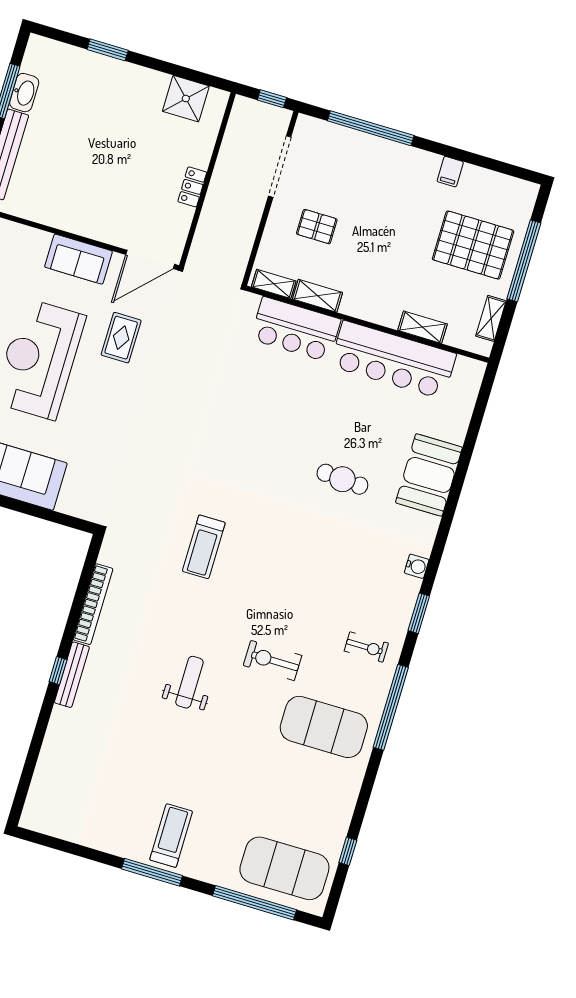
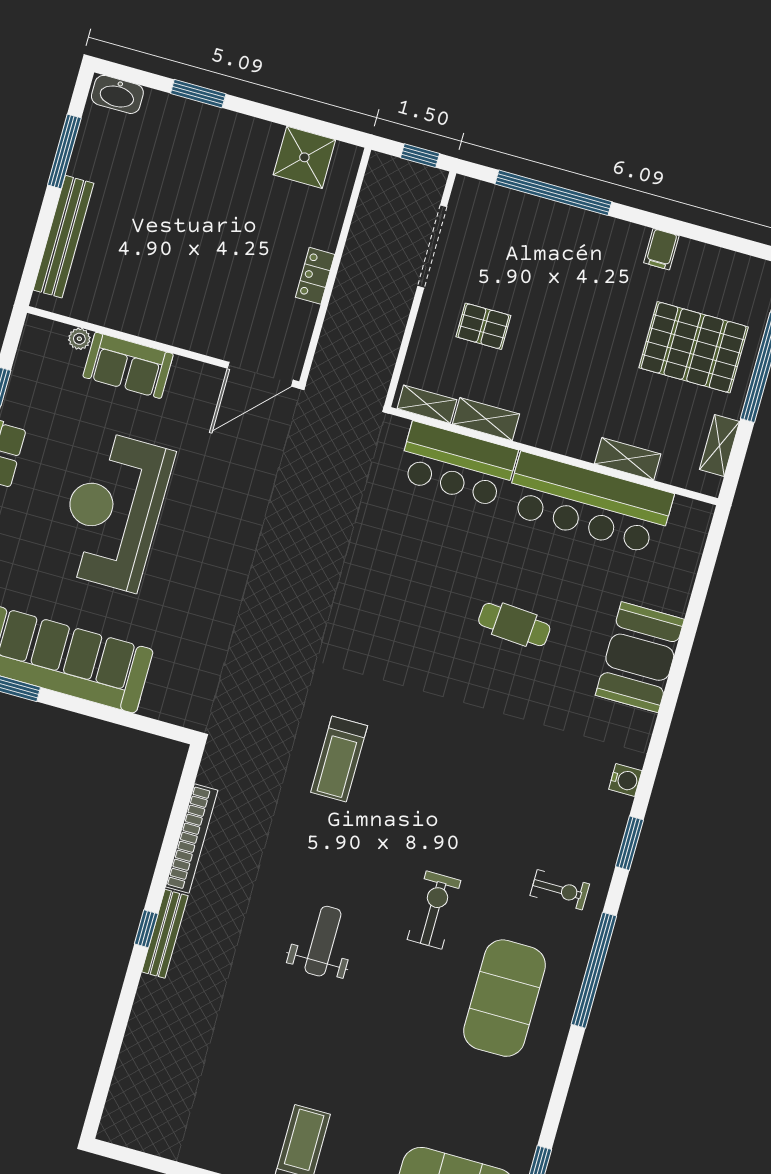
washbasin: (24, 93) -> (117, 94), moved, turned 90
plant: (16, 231) -> (79, 339), added
sofa: (79, 259) -> (128, 365), moved
rug: (121, 338) -> (223, 480), removed
cafe table: (342, 479) -> (514, 625), moved
exercise bike: (273, 660) -> (434, 910), turned 90
exercise mat: (324, 727) -> (505, 998), turned 90

